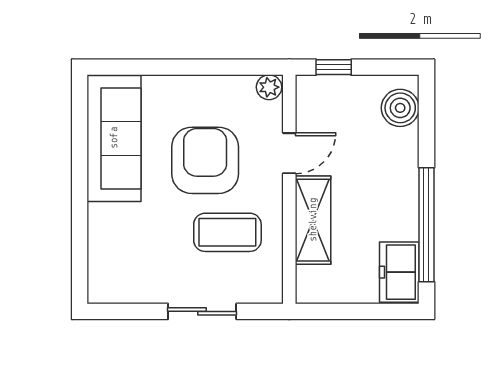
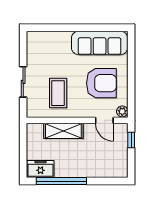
boiler: (400, 108) -> (113, 169), removed
door: (289, 153) -> (104, 120), moved
armchair: (205, 160) -> (101, 83), moved

